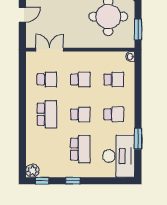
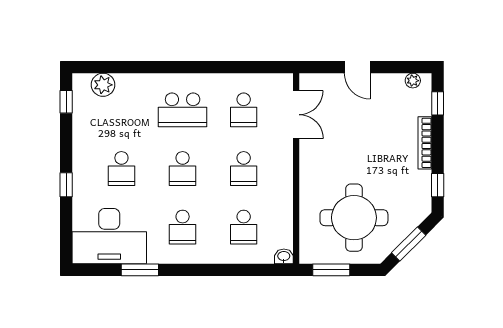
school desk: (80, 149) -> (121, 169), width x0.54
plant: (32, 171) -> (103, 85), moved
window: (73, 181) -> (66, 185), moved

